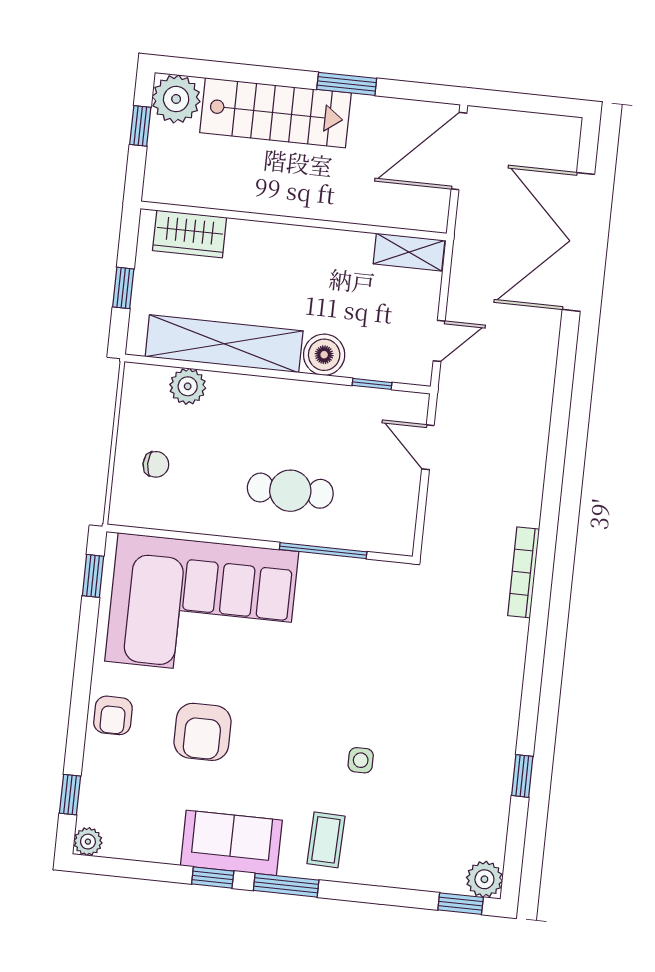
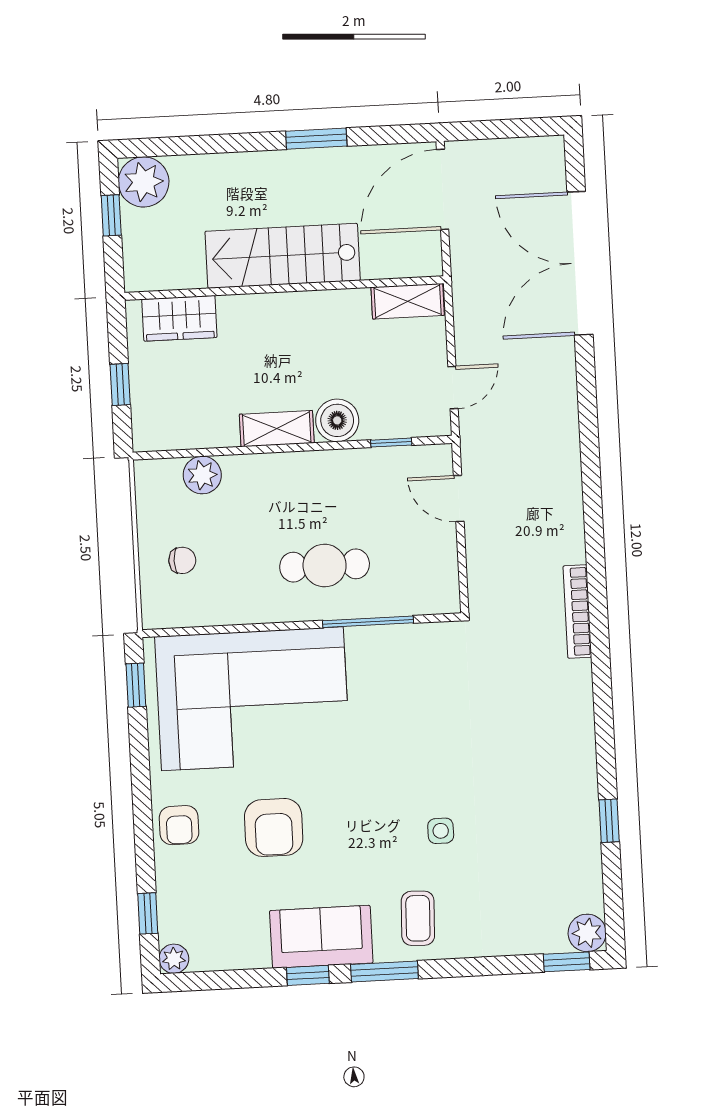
stairs: (275, 113) -> (283, 256), moved, turned 180
shelving: (224, 344) -> (277, 429), width x0.45, depth x0.75

